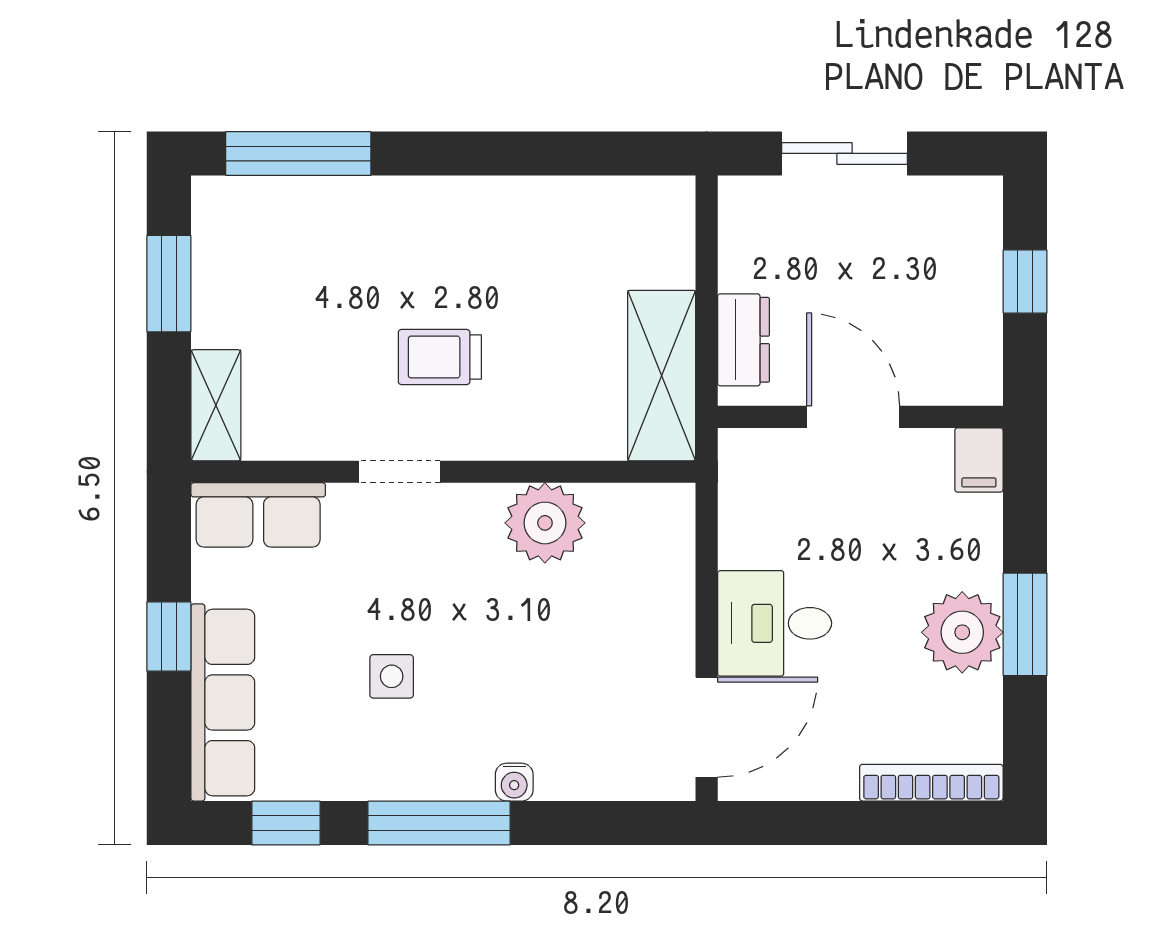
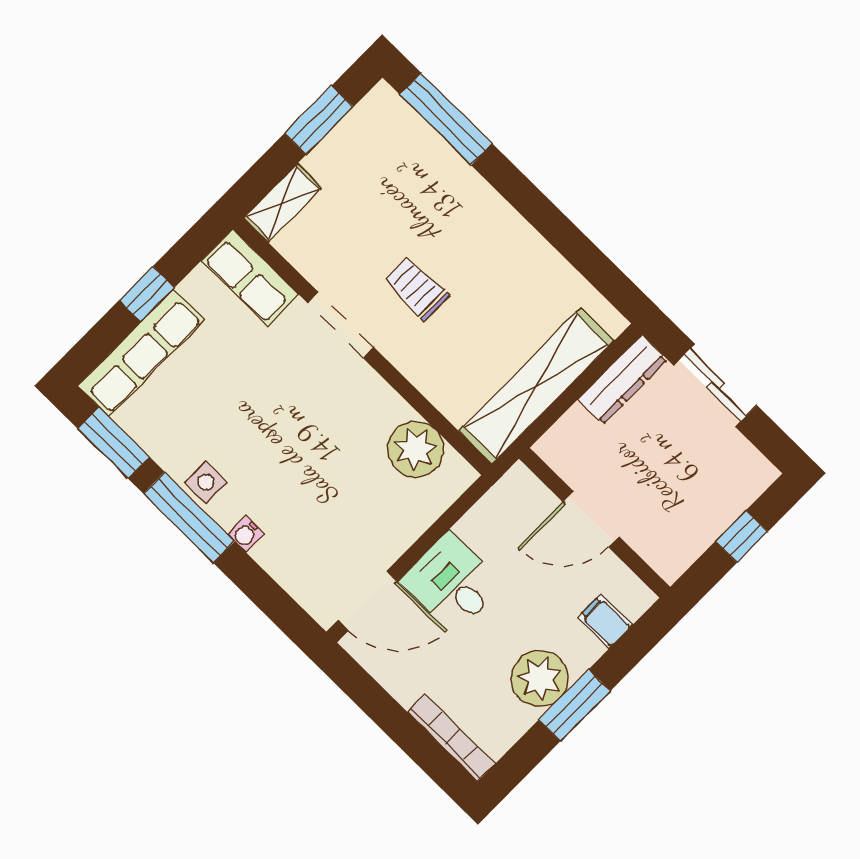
dresser: (744, 340) -> (622, 380), moved, width x1.44
shelving: (662, 376) -> (536, 386), width x1.47
door: (853, 417) -> (591, 519), swing flipped
filing cabinet: (979, 460) -> (605, 621), moved, turned 90
doorway: (399, 472) -> (341, 325), width x1.38
plant: (545, 523) -> (416, 449), moved
side table: (392, 676) -> (206, 482), moved
window: (286, 823) -> (114, 443), width x1.50

